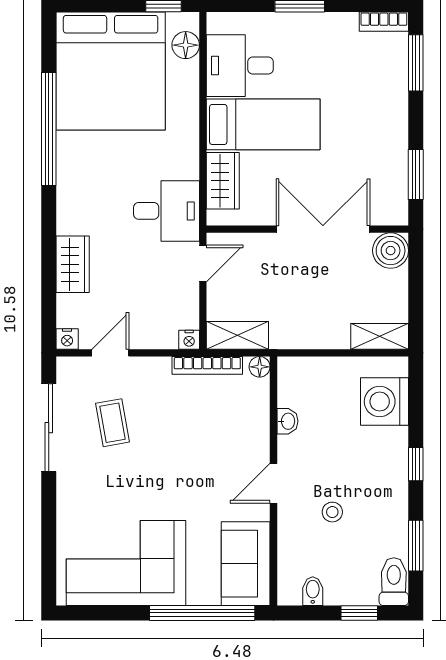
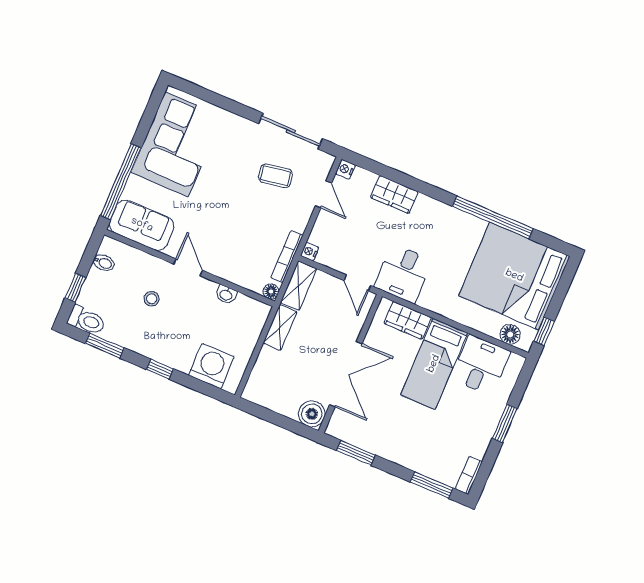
shelving: (380, 336) -> (280, 327), moved

